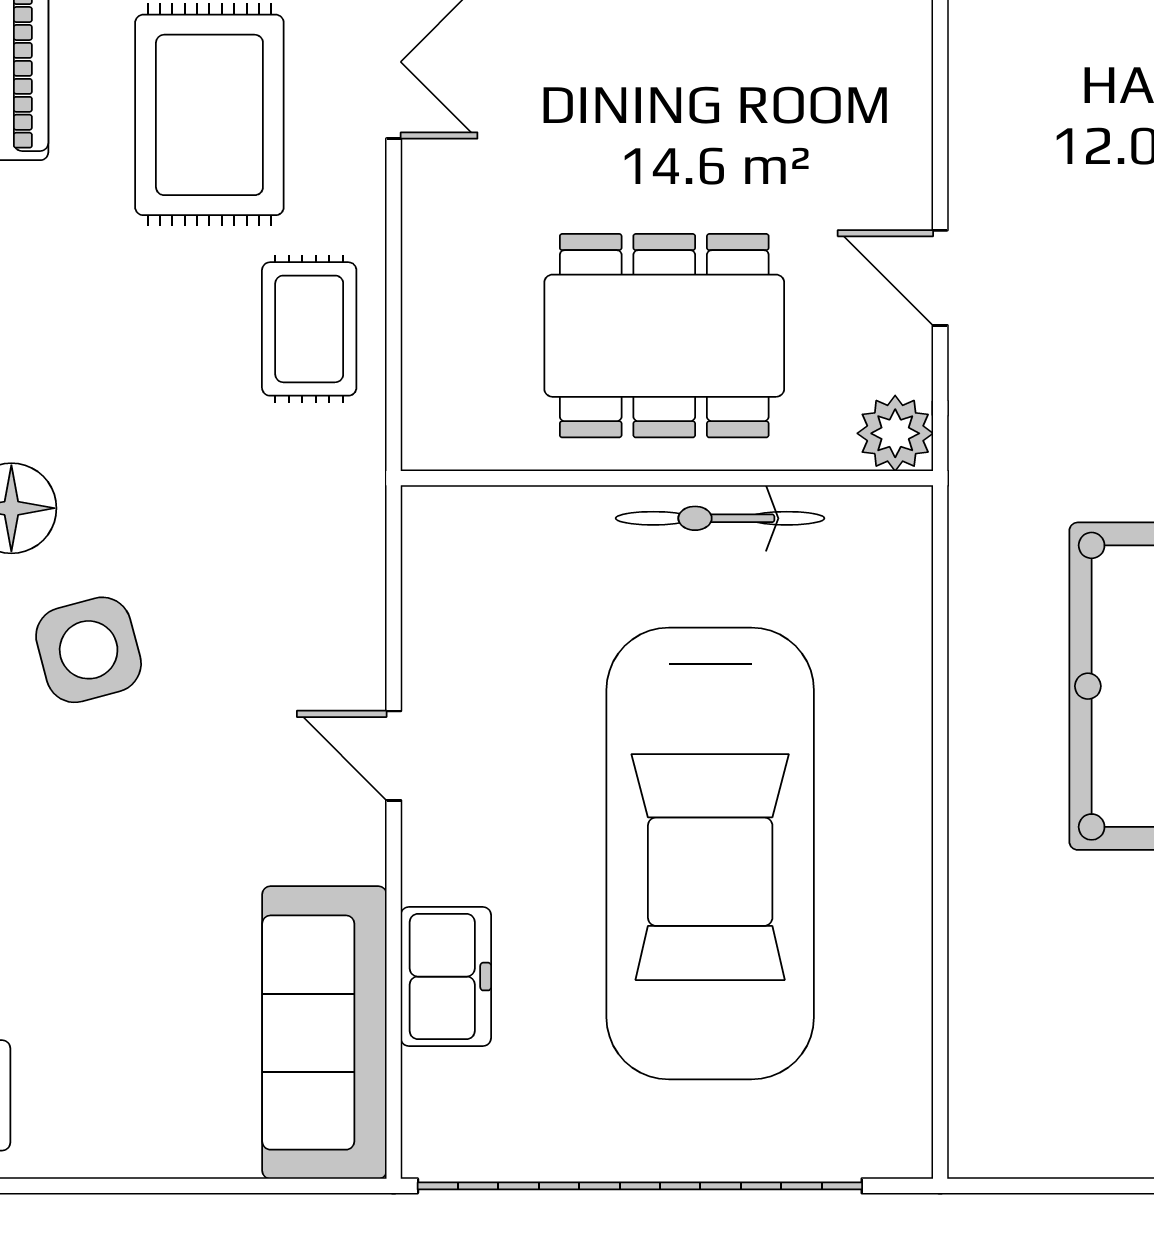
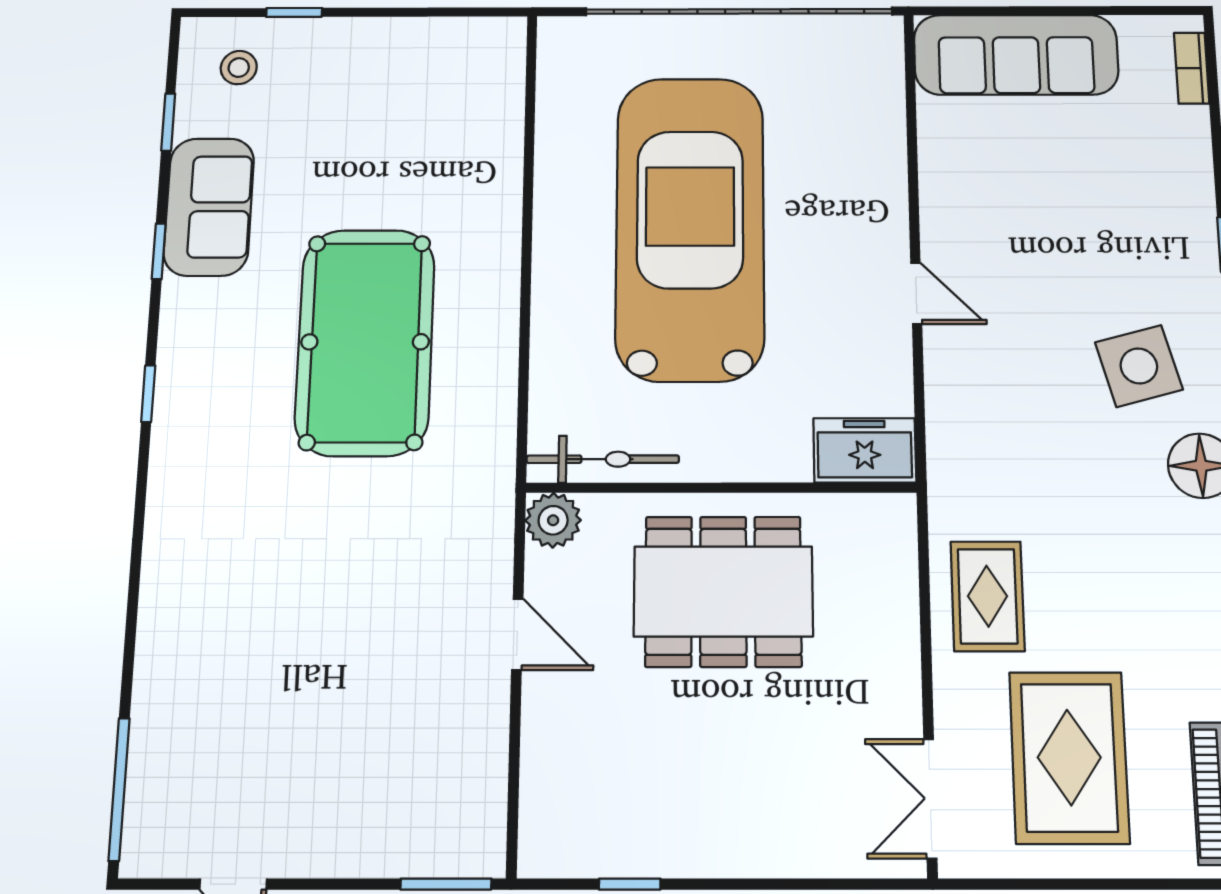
bicycle: (720, 518) -> (603, 459), moved
freezer: (446, 977) -> (865, 450), moved, turned 90
sofa: (324, 1033) -> (1016, 55), moved, turned 90

